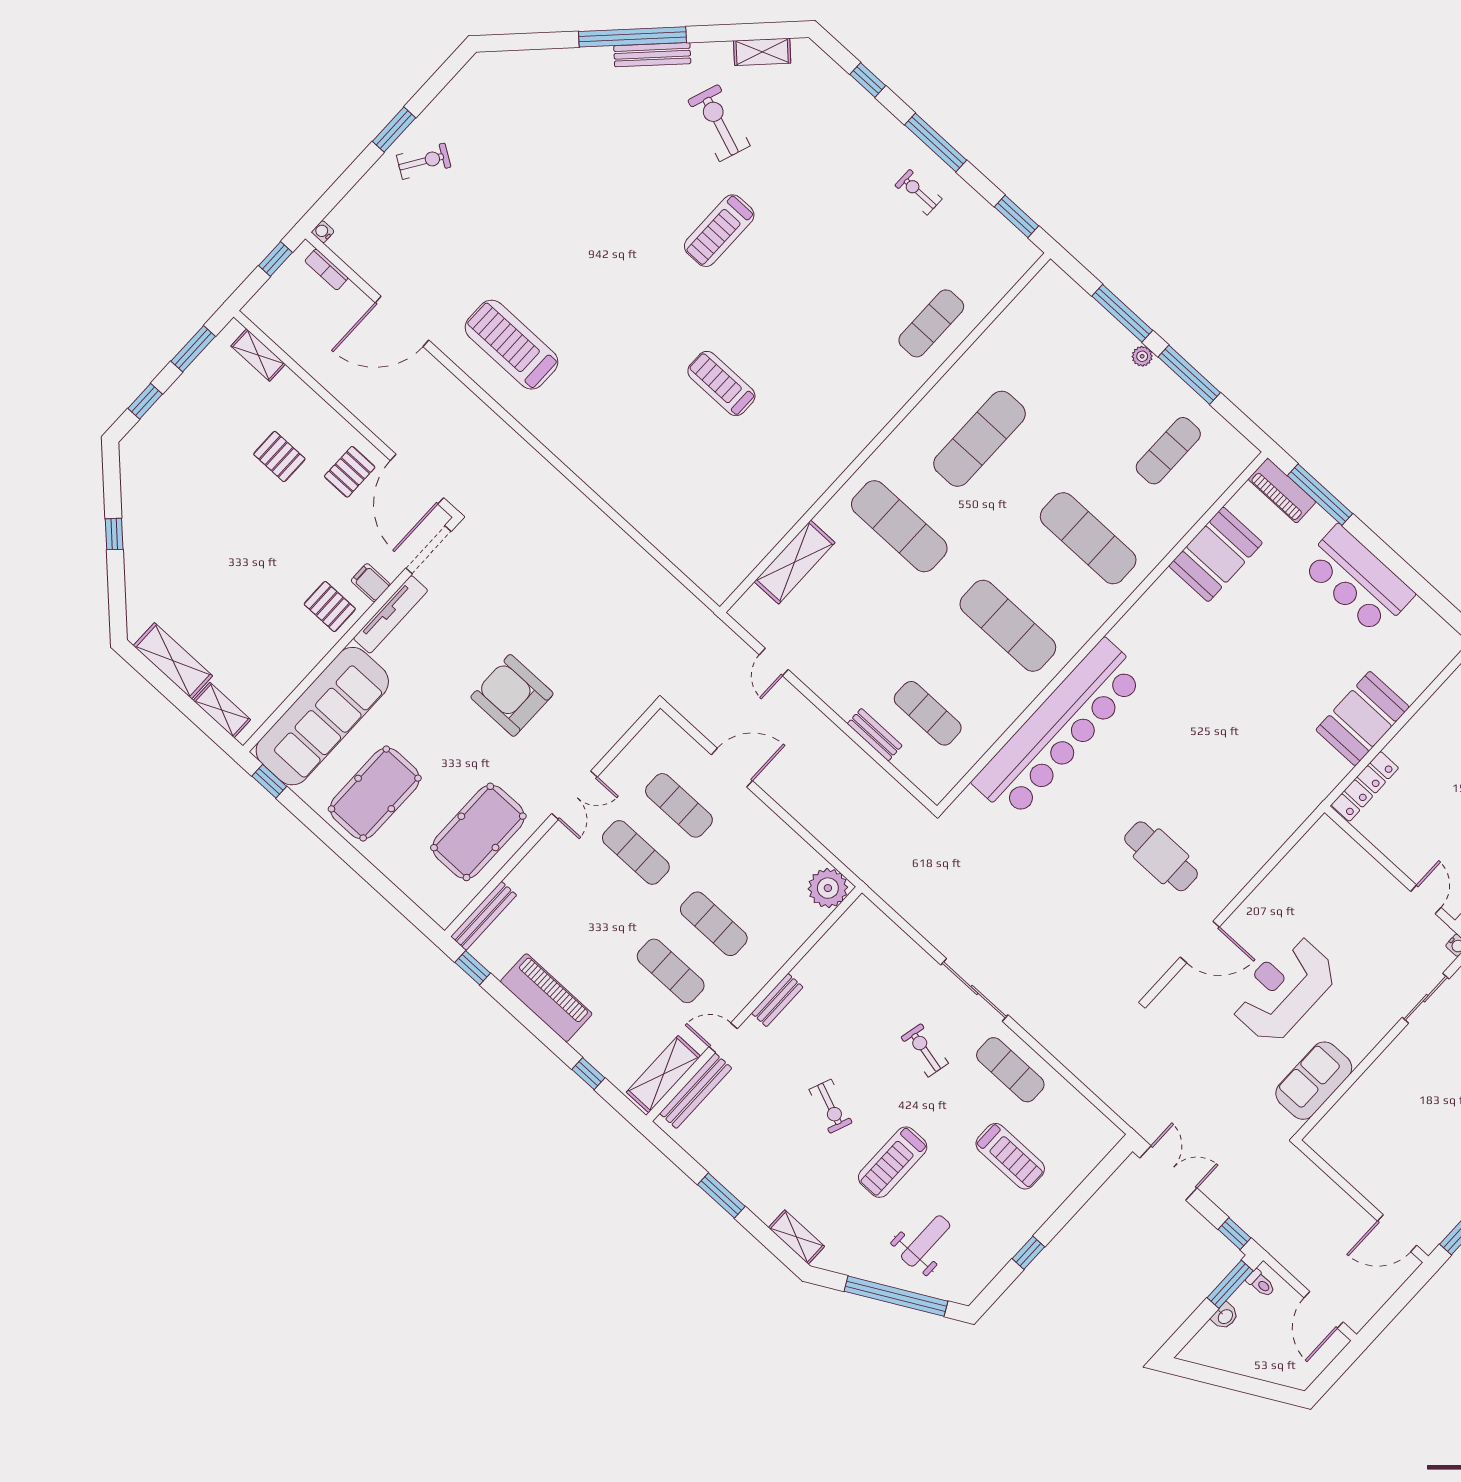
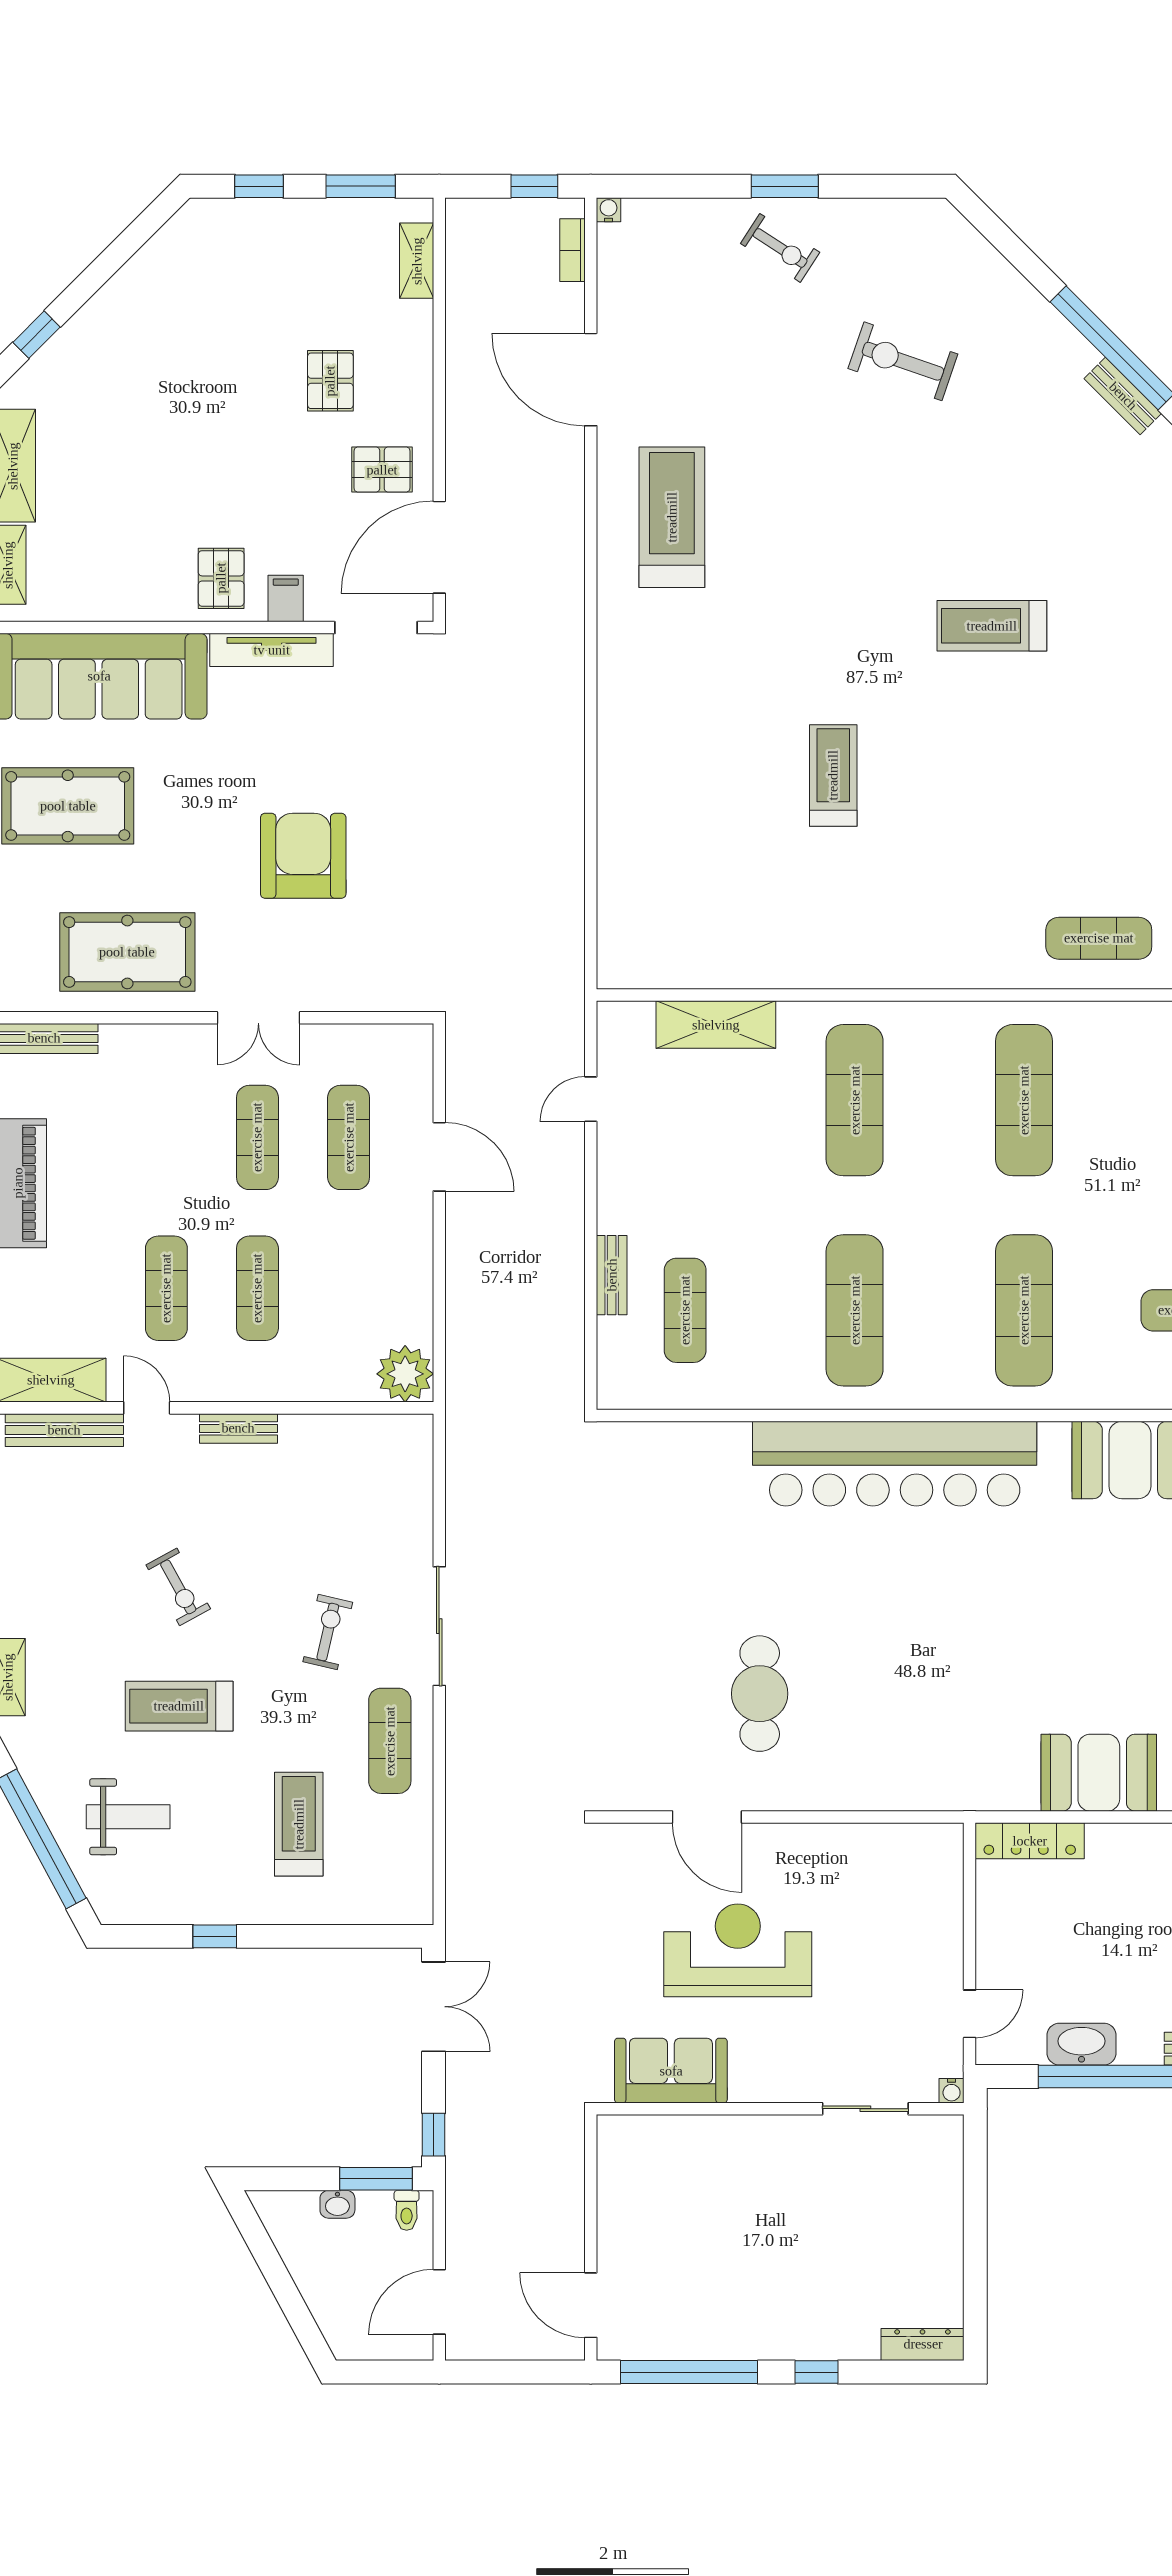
bench: (652, 55) -> (1123, 396), width x0.73
exercise bike: (719, 123) -> (903, 361), moved, turned -91
exercise mat: (980, 439) -> (1024, 1100), turned 90
window: (114, 534) -> (37, 335), moved
bar counter: (1059, 729) -> (895, 1464), moved
exercise bike: (831, 1106) -> (178, 1587), turned -51
treadmill: (1010, 1156) -> (299, 1824), turned 180

